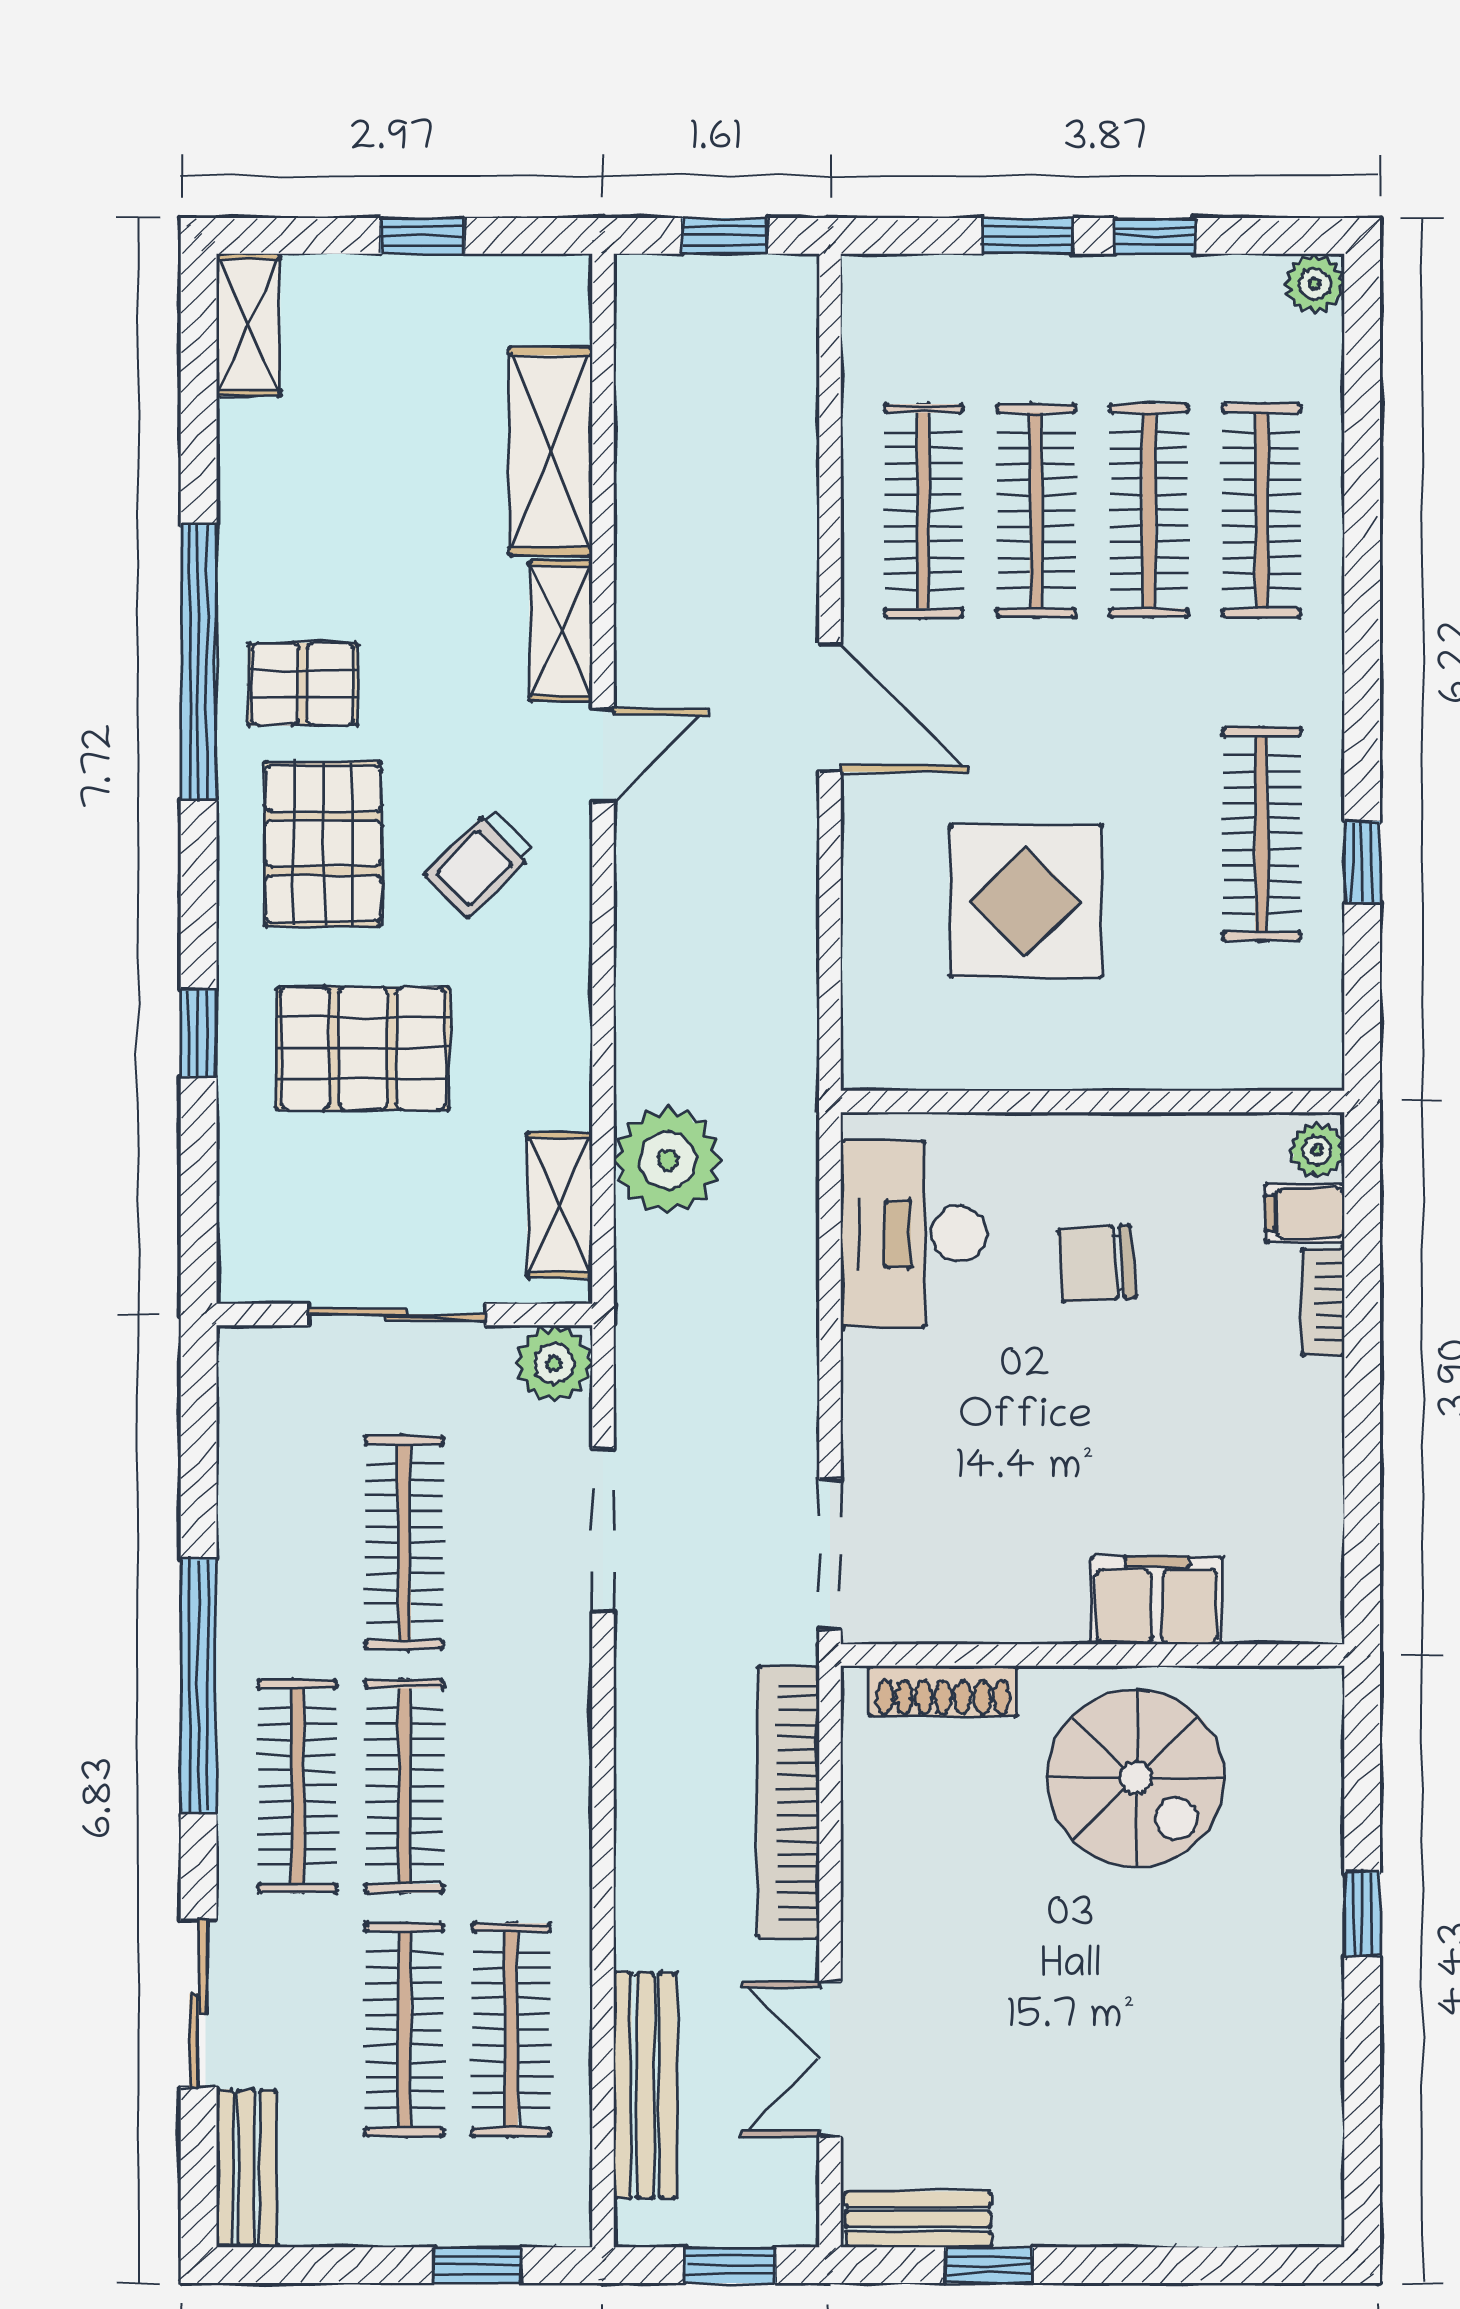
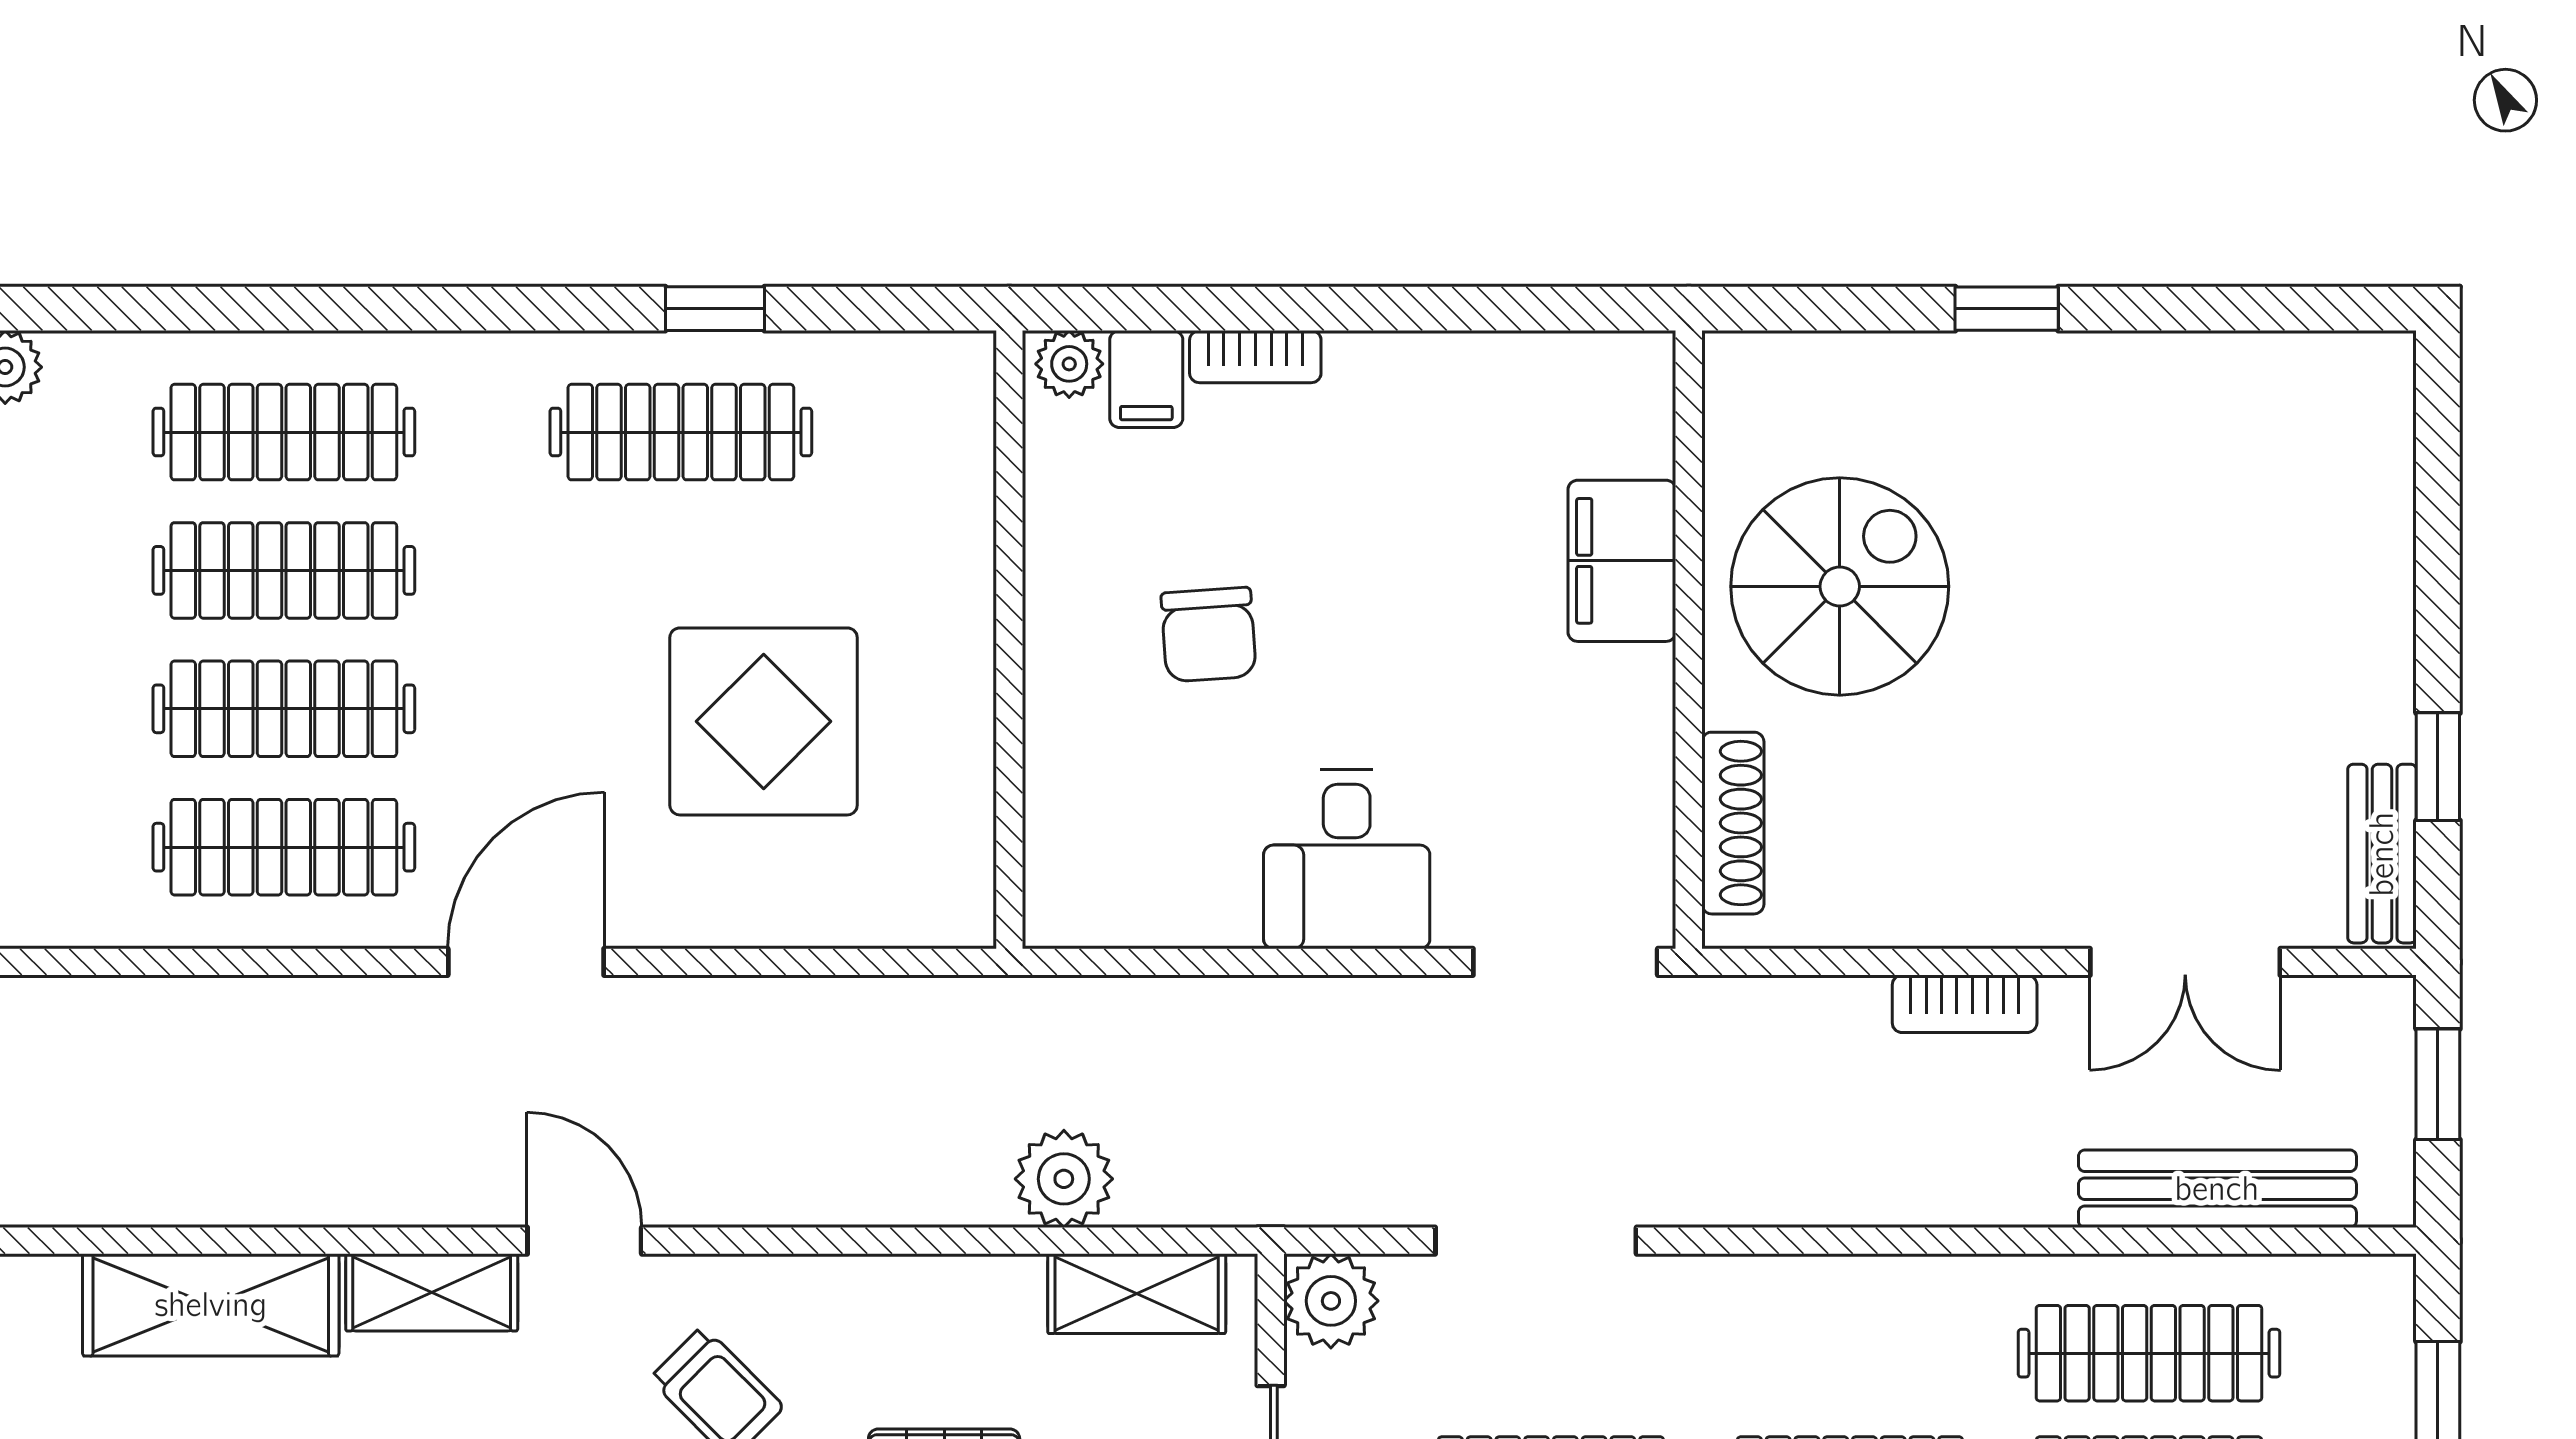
plant: (668, 1160) -> (1064, 1179), width x0.73, depth x0.73
desk: (914, 1234) -> (1347, 859), moved, width x0.73
bookcase: (788, 1802) -> (1965, 1004), width x0.43, depth x0.76

